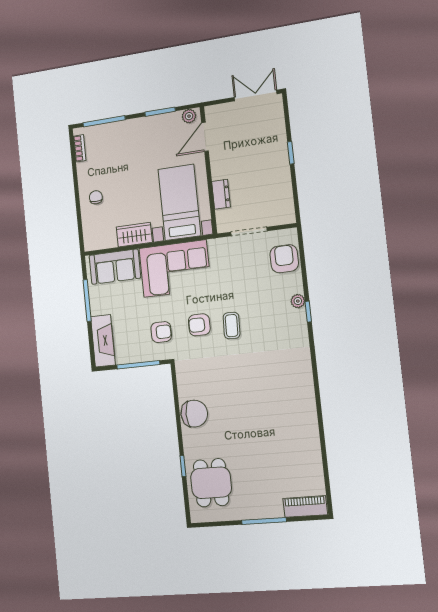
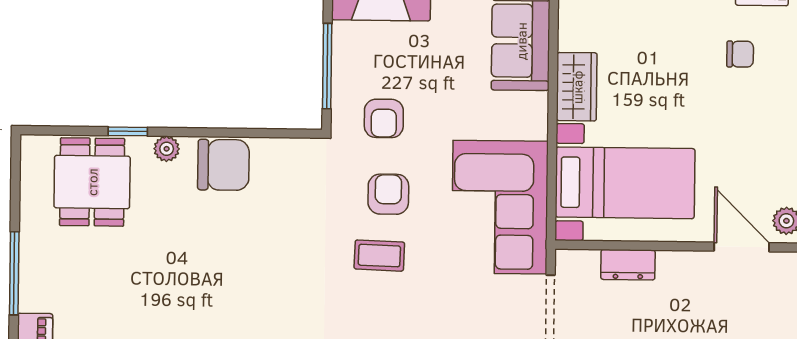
chair: (96, 197) -> (740, 54), moved
corner sofa: (175, 269) -> (500, 207), moved
chair: (194, 414) -> (223, 165), turned -90
plant: (189, 445) -> (167, 149), added
dining table: (211, 483) -> (92, 182), turned 90

